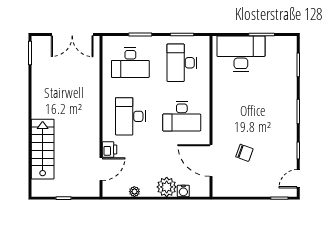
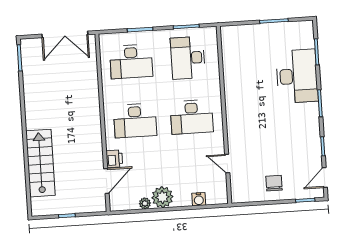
desk: (241, 54) -> (297, 76), moved, turned 90
desk: (130, 116) -> (135, 121), turned -90
chair: (244, 153) -> (274, 183), moved, turned -110
door: (211, 161) -> (227, 164), width x0.53
plant: (167, 187) -> (162, 197), moved

